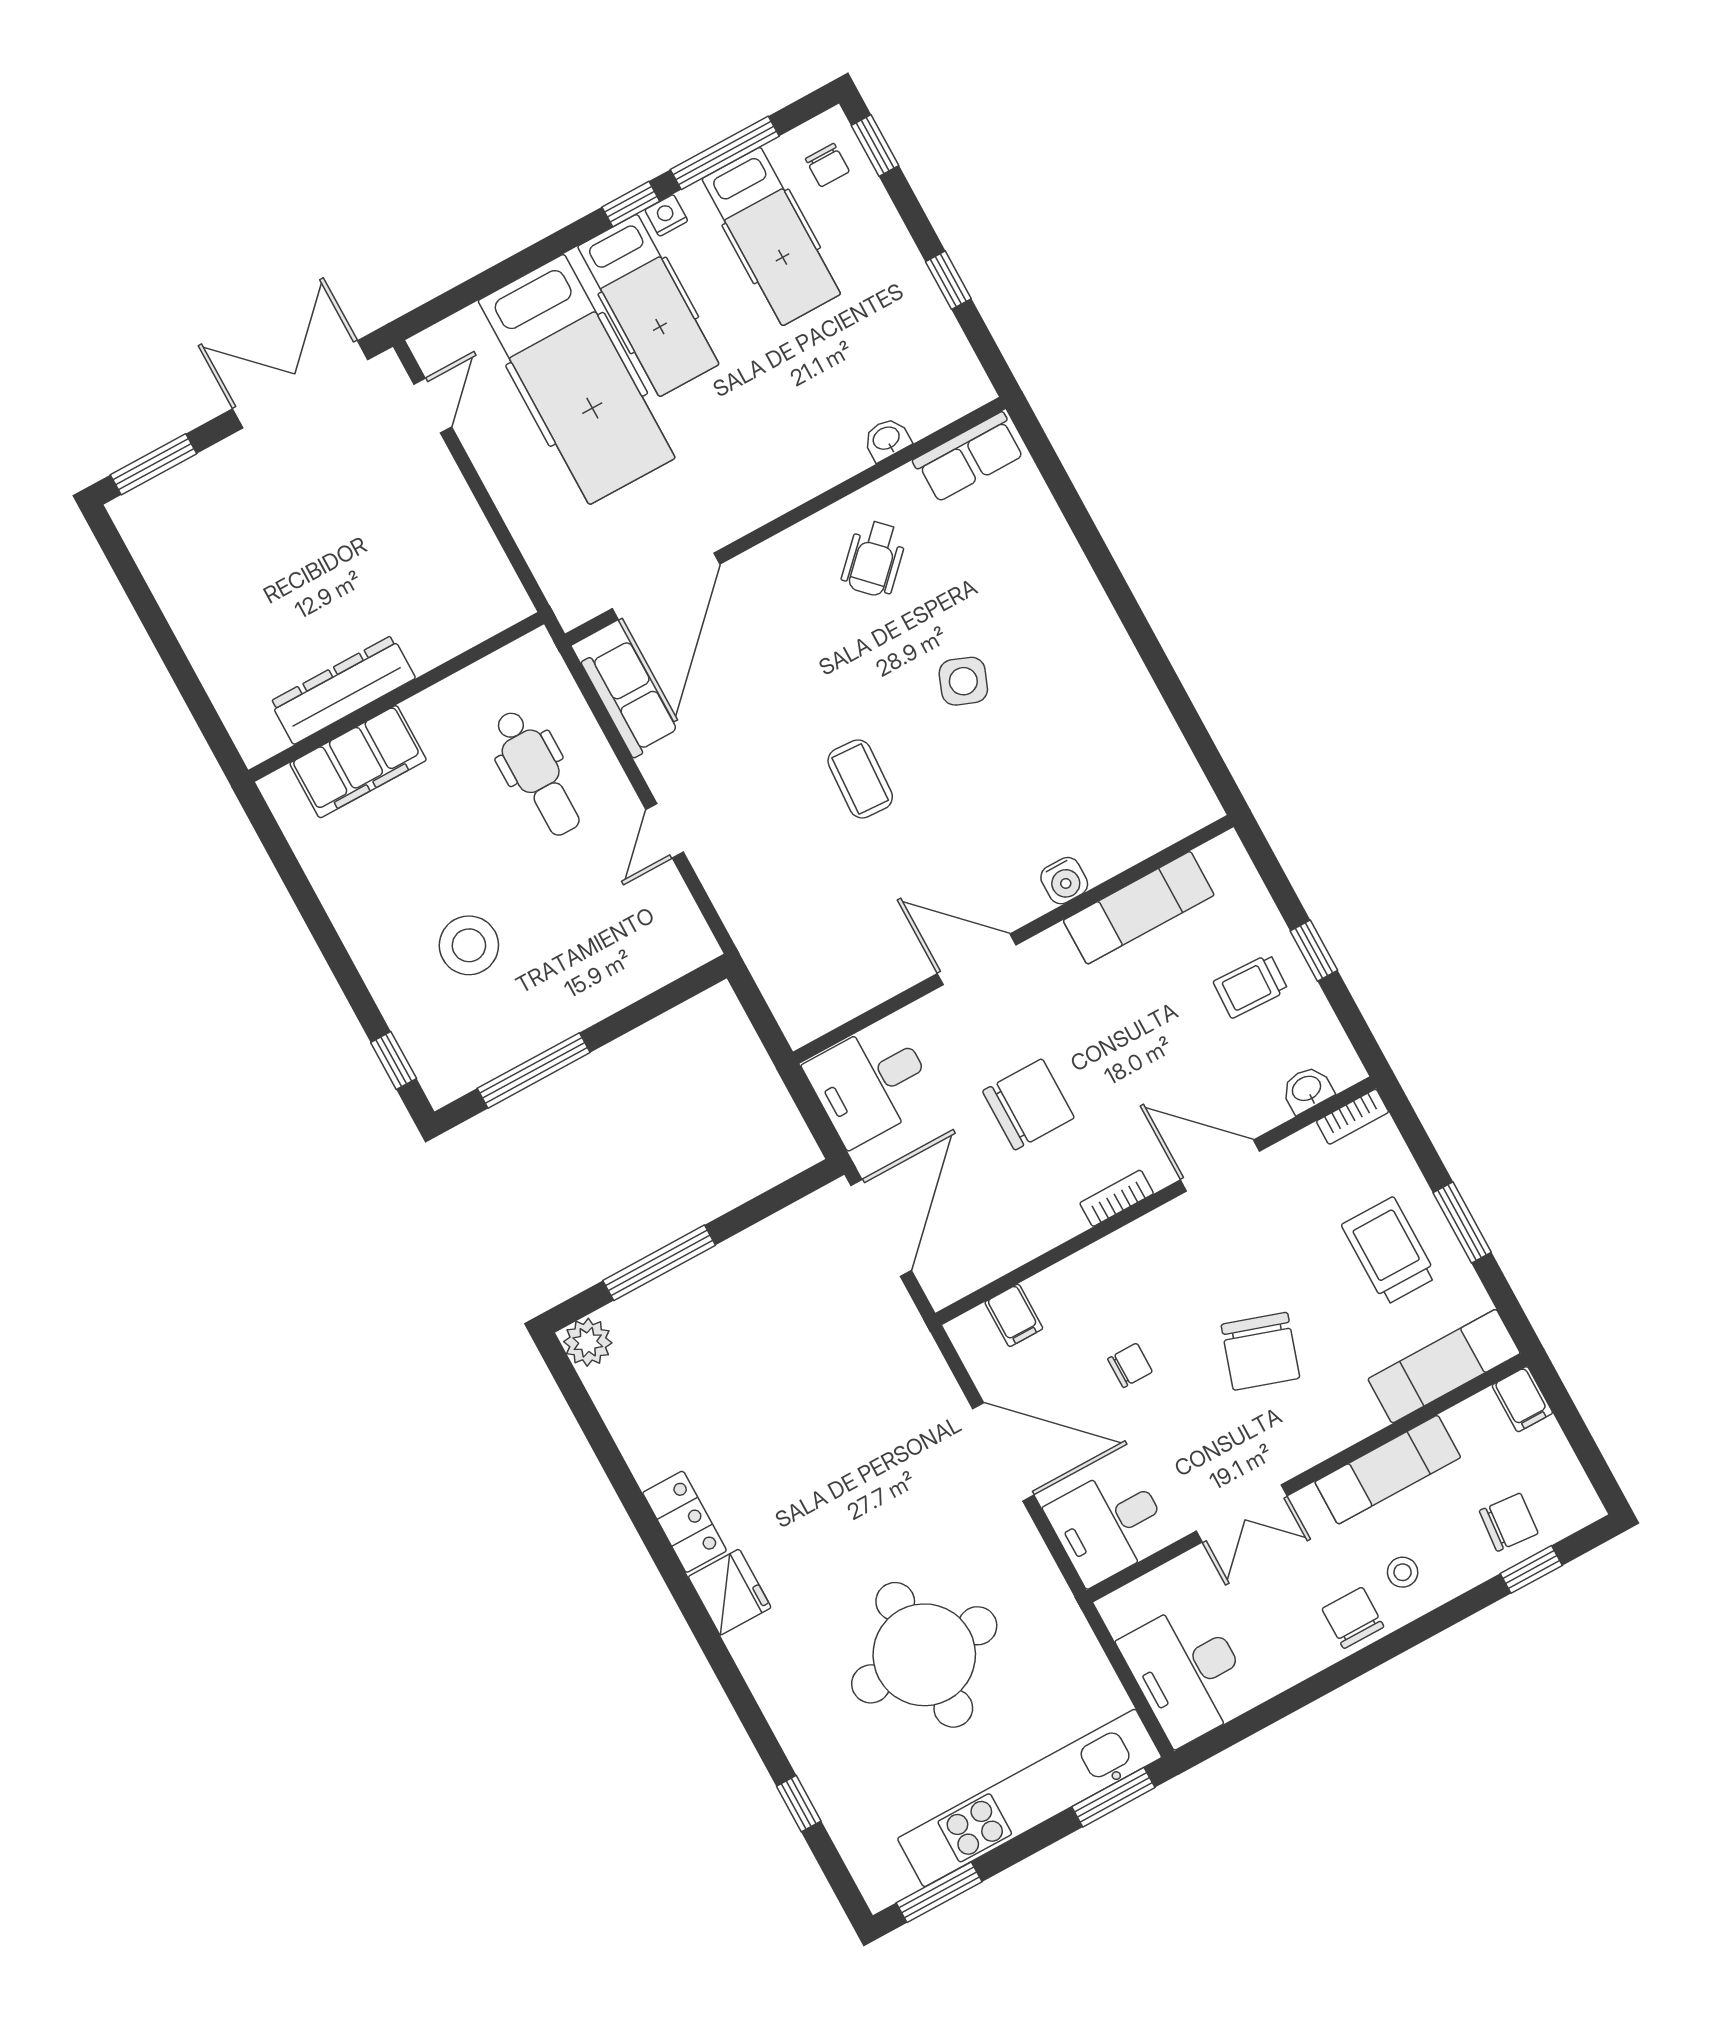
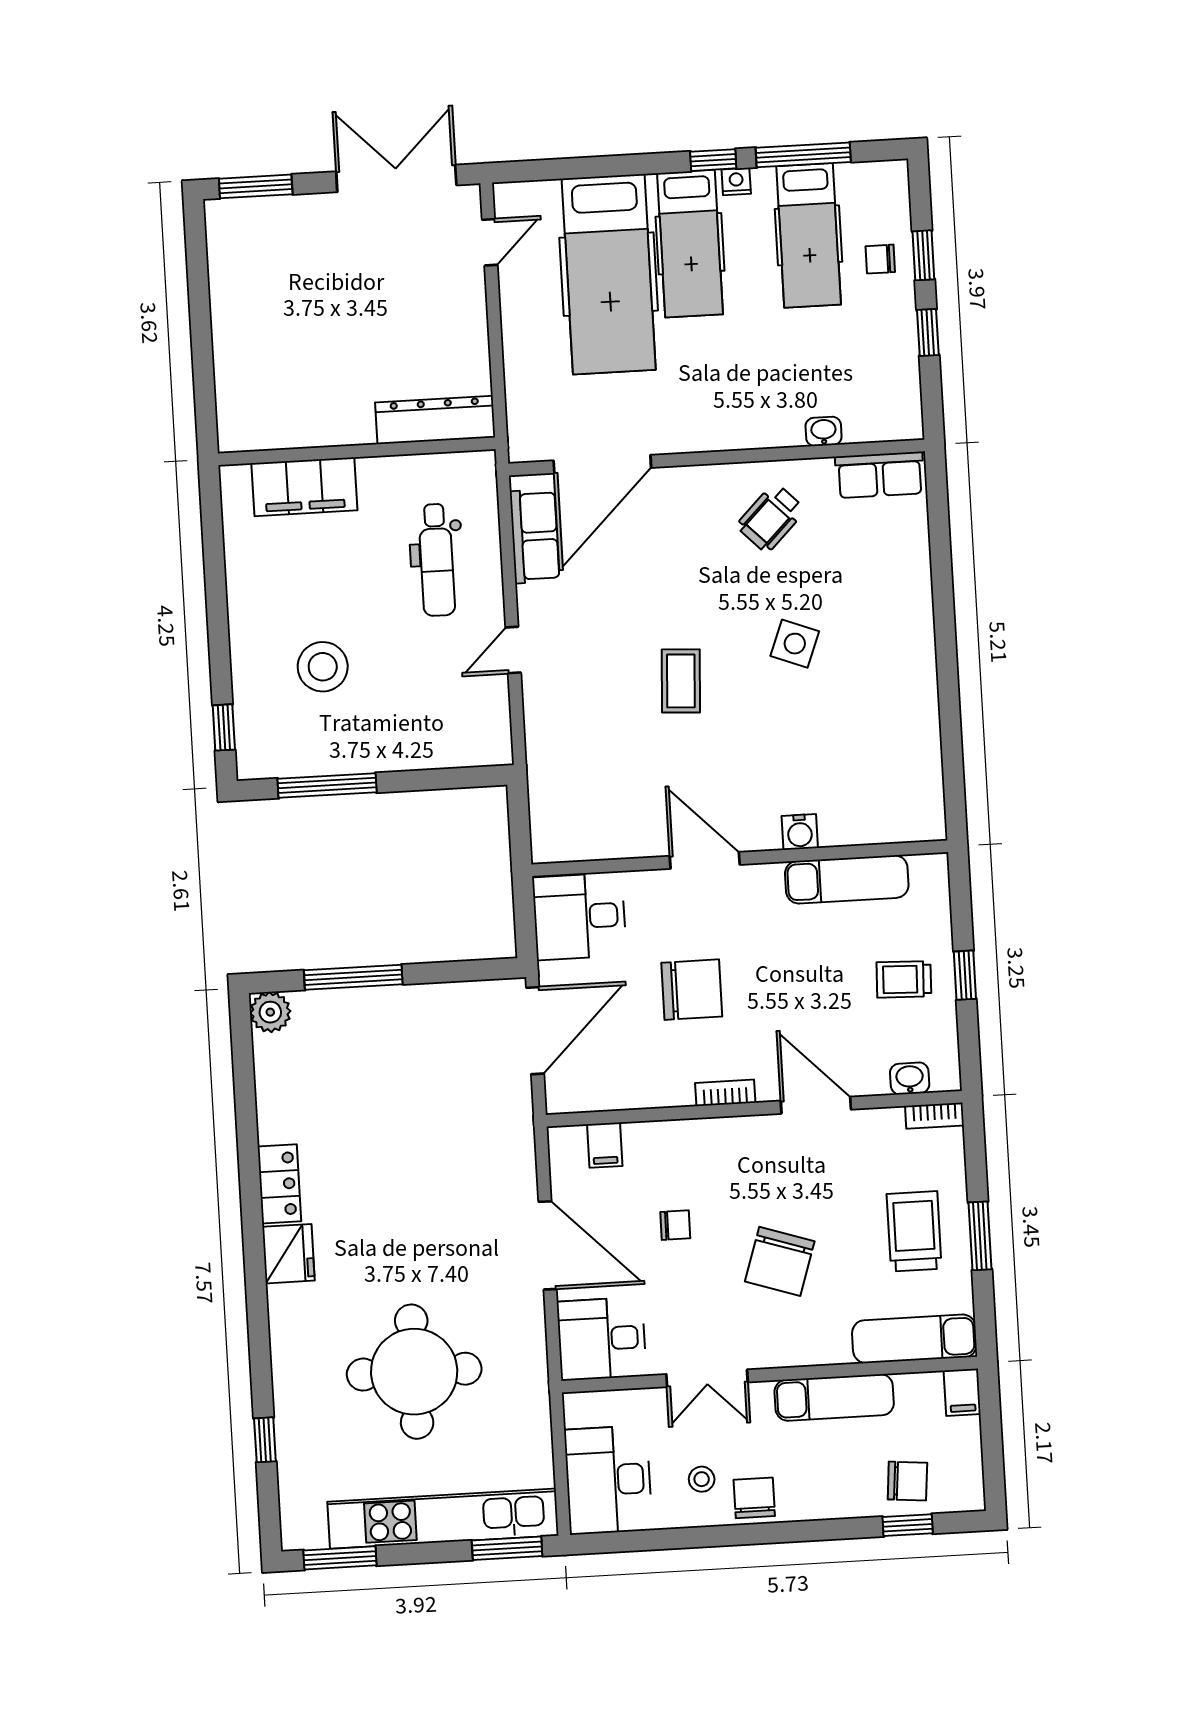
window: (875, 146) -> (923, 255), moved
chair: (827, 165) -> (880, 259), moved, turned 90
dresser: (343, 690) -> (435, 420), moved
stool: (1403, 1572) -> (702, 1479), moved

